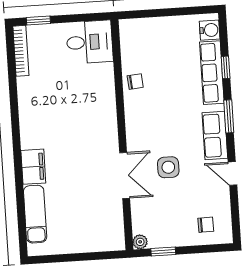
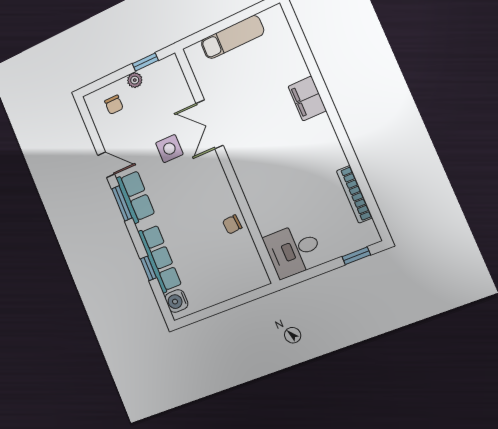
bookcase: (21, 51) -> (354, 194), moved
window: (229, 116) -> (122, 203), moved
exam couch: (35, 214) -> (232, 37), moved, turned -90
chair: (206, 225) -> (114, 105), turned -89
plant: (140, 242) -> (135, 80), moved

